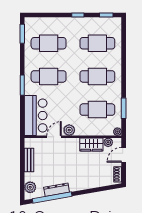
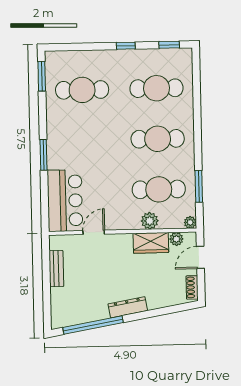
cafe table: (49, 76) -> (83, 140), removed
plant: (69, 130) -> (150, 221), moved
plant: (30, 187) -> (59, 310), removed
dresser: (57, 190) -> (128, 307), moved

